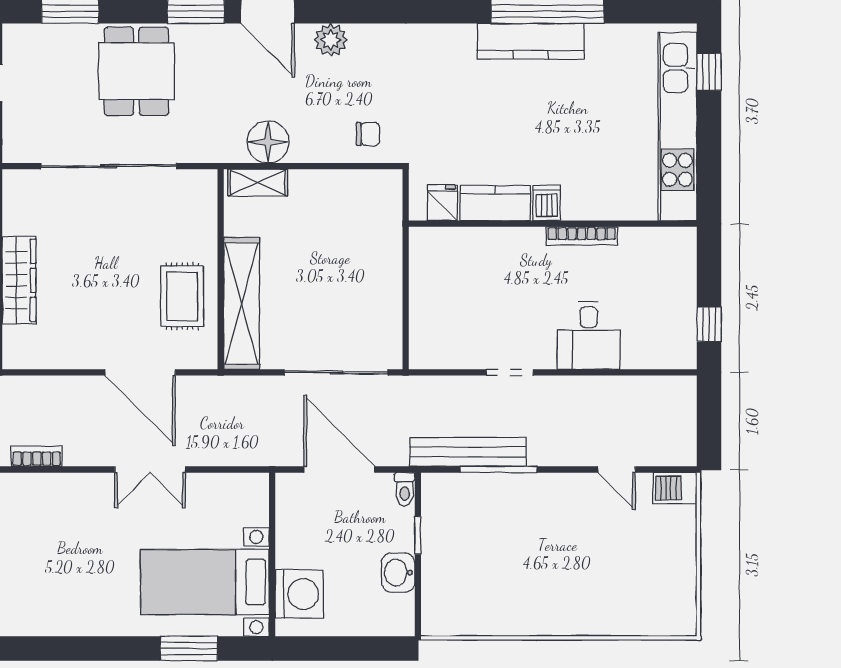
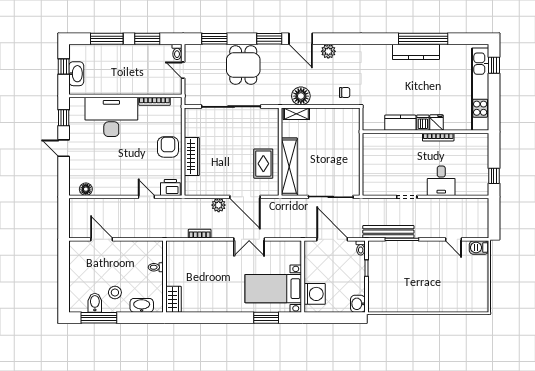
fridge: (442, 203) -> (437, 123), moved
plant: (80, 391) -> (219, 205), added
washbasin: (398, 573) -> (358, 304), moved

